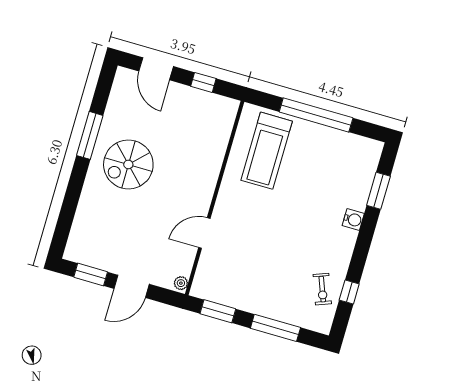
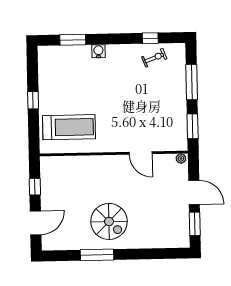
window: (316, 115) -> (33, 100), width x0.32

